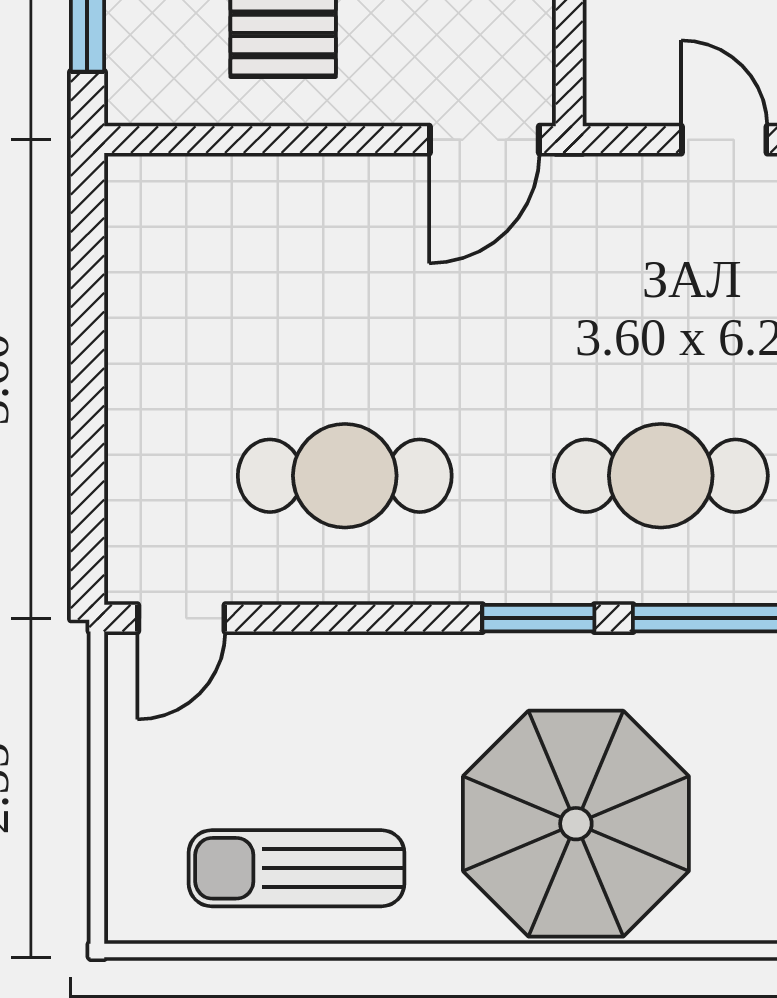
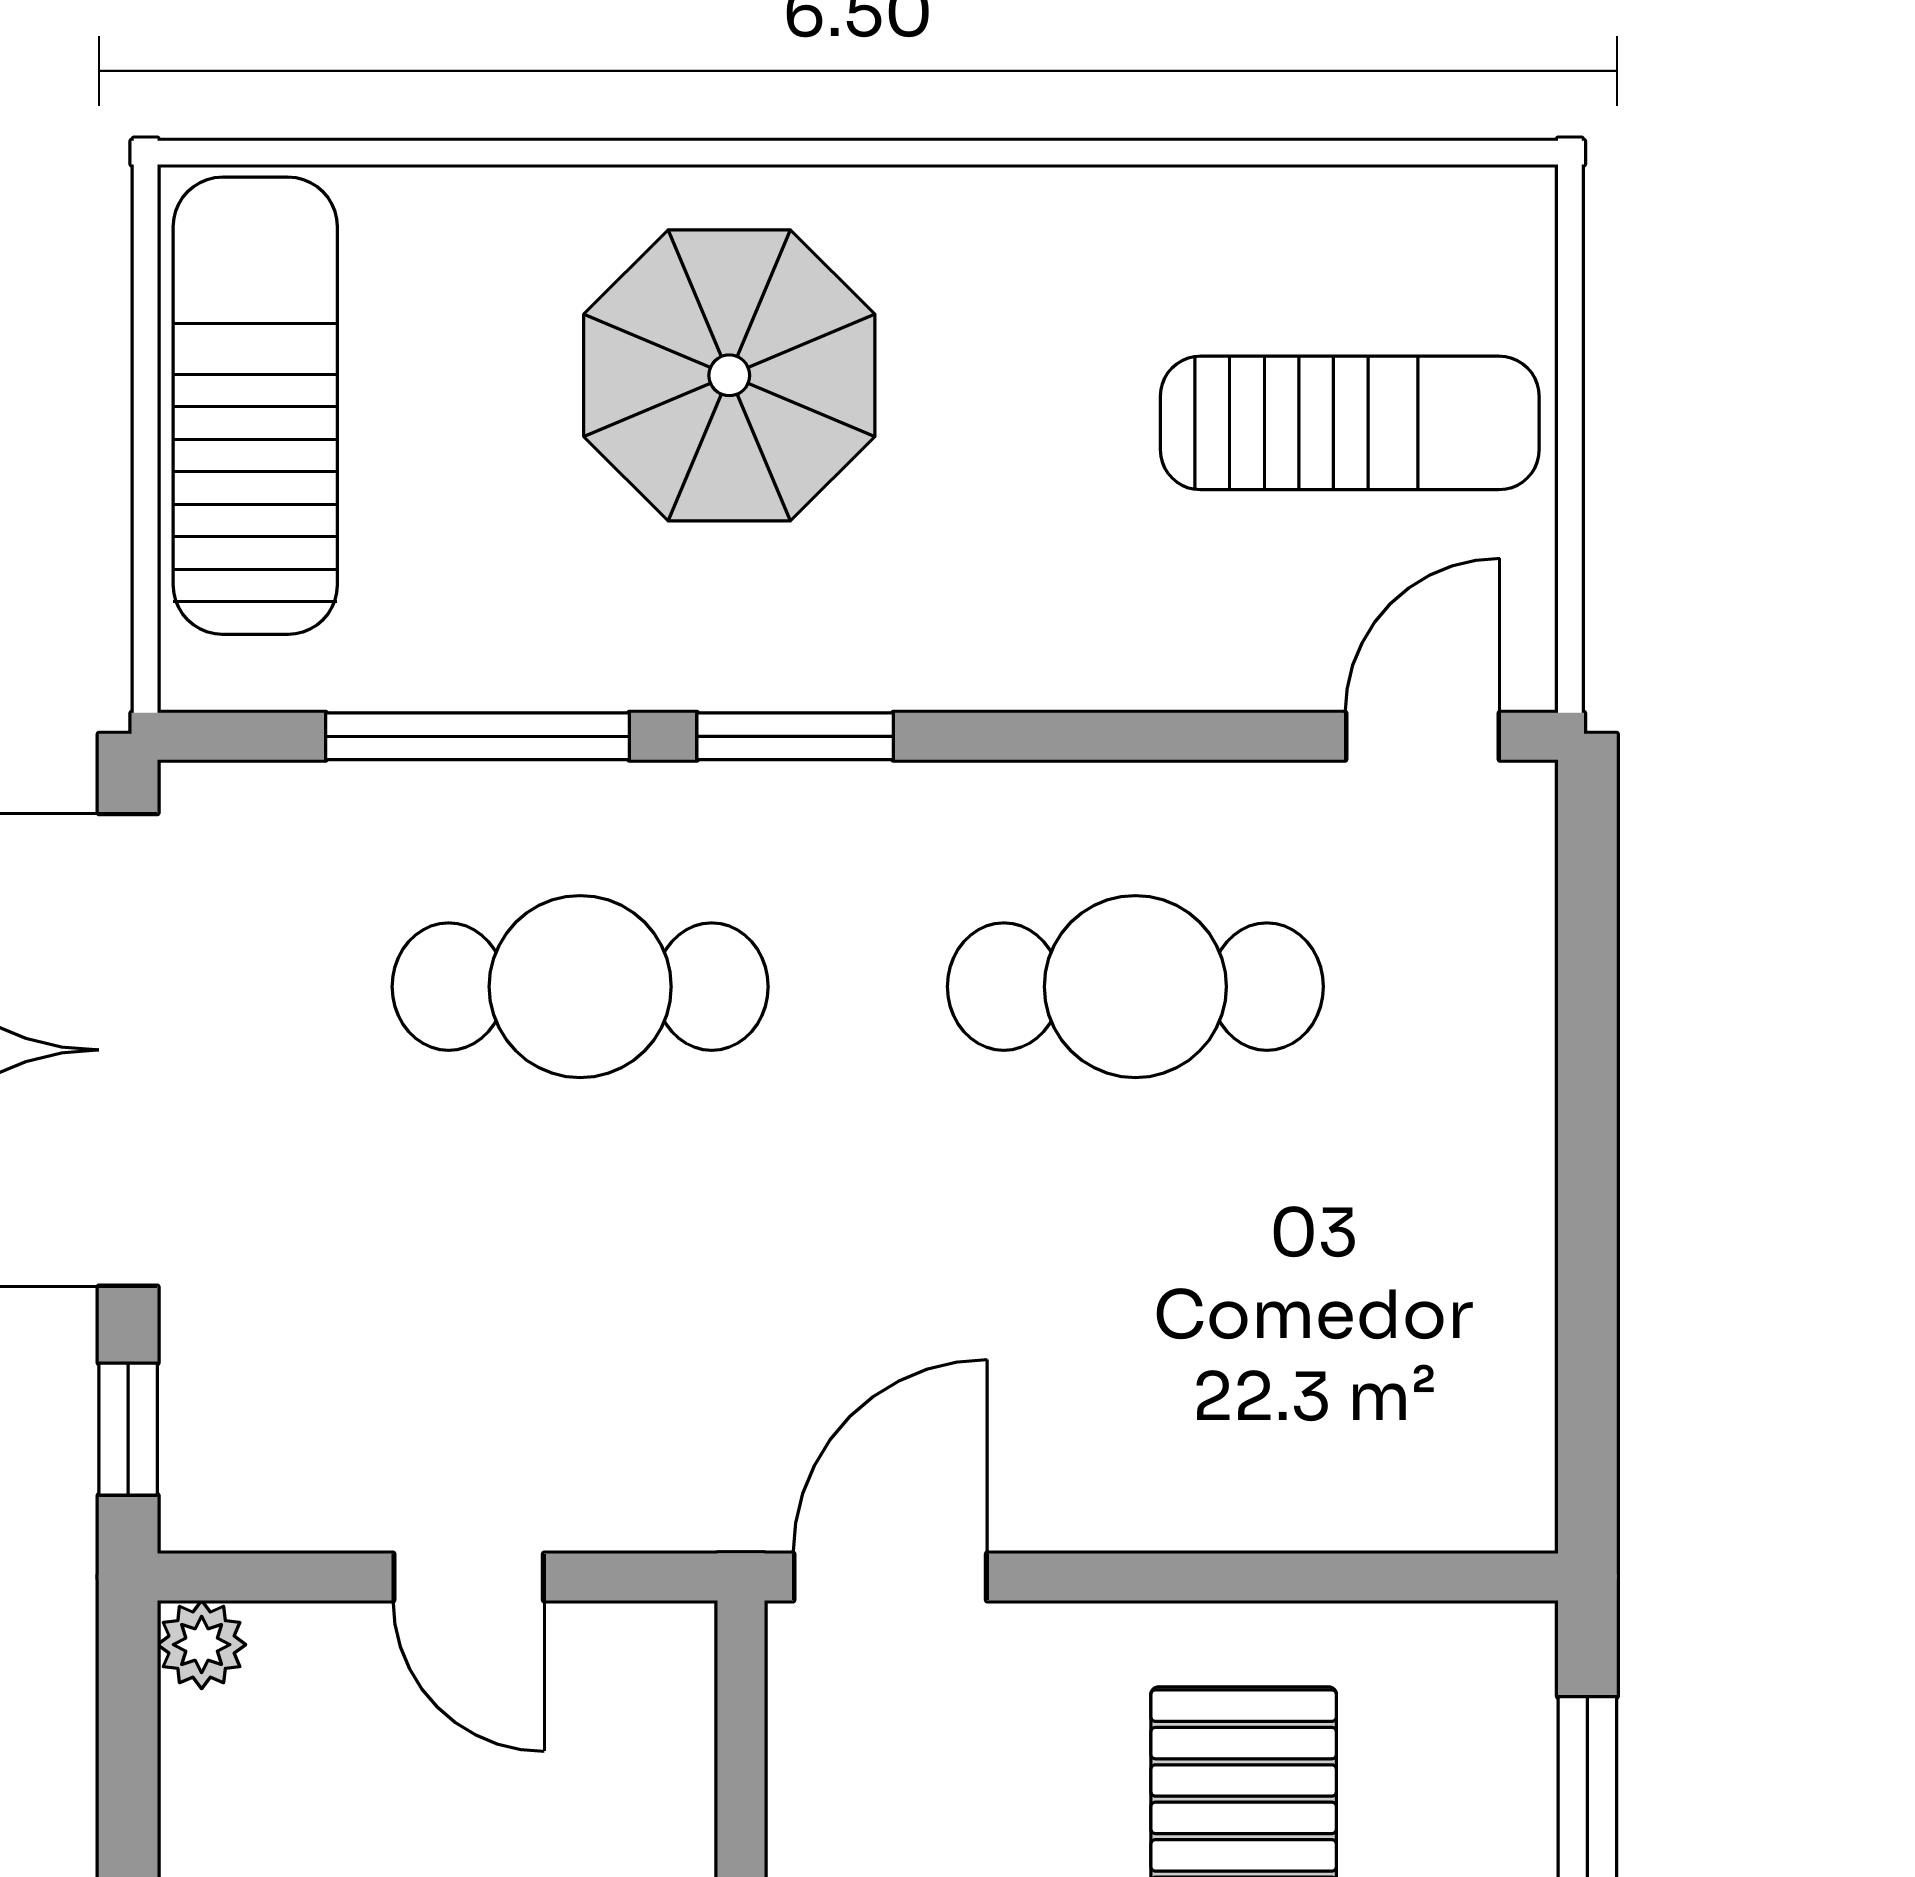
parasol: (576, 824) -> (729, 375), width x0.73, depth x0.73
sun lounger: (297, 868) -> (1350, 423), moved

